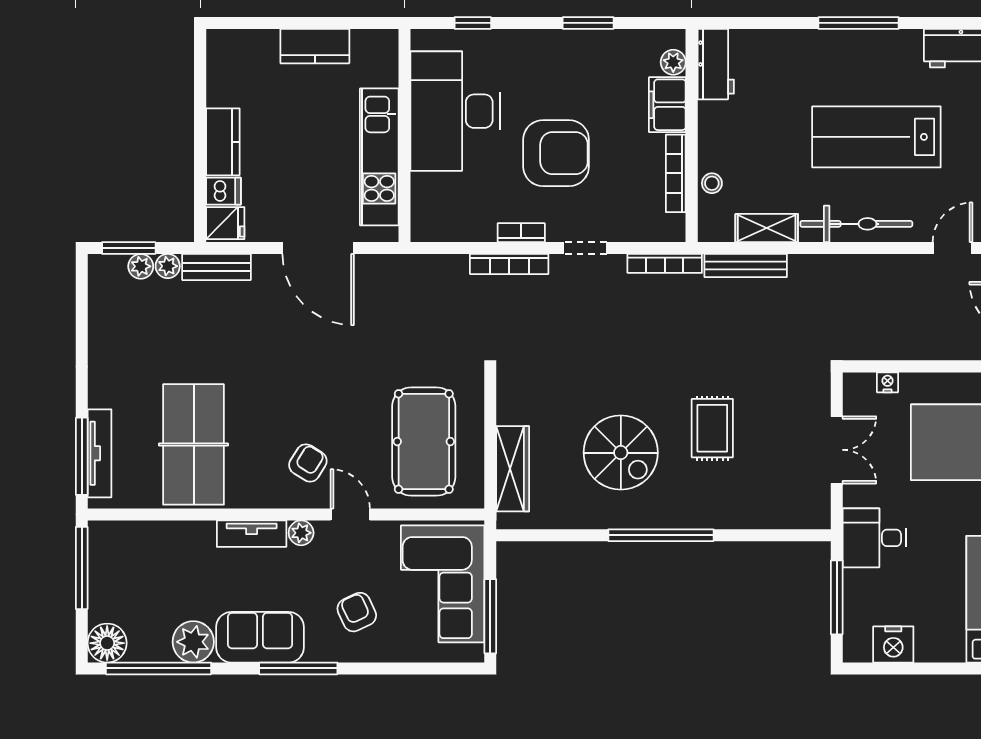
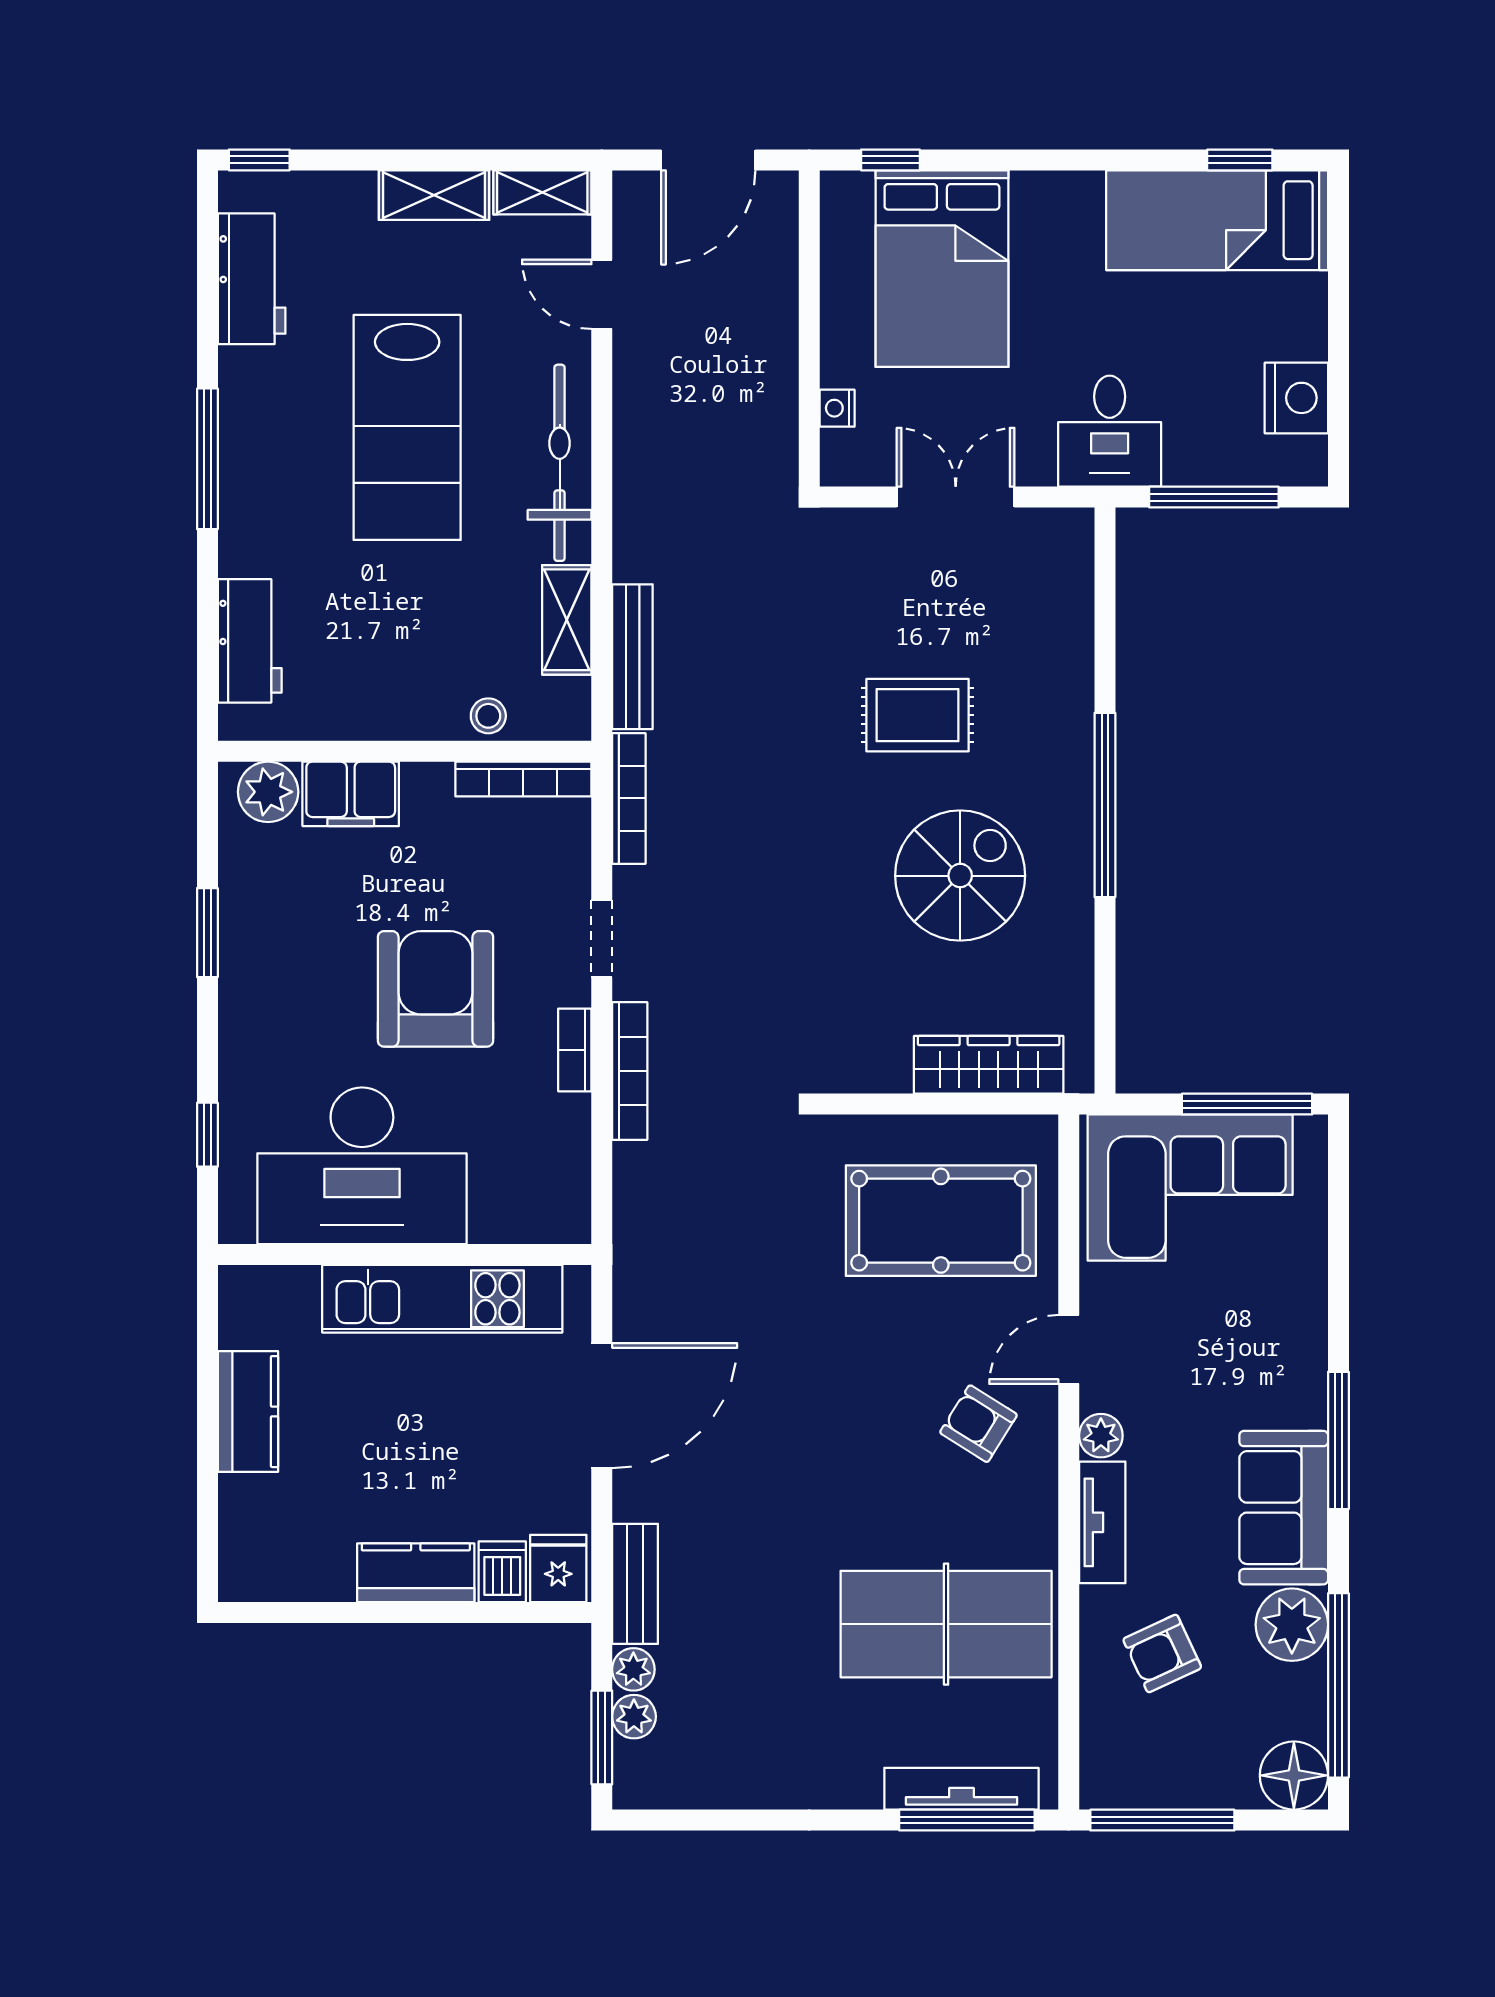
plant: (673, 62) -> (268, 792), width x1.38, depth x1.38
workbench: (716, 64) -> (250, 641), moved, turned 90
bookcase: (676, 173) -> (523, 779), moved
armchair: (357, 612) -> (1162, 1653), moved

